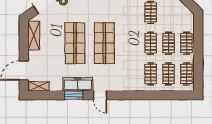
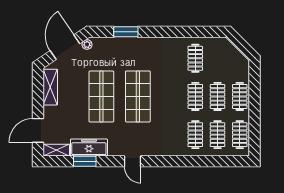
freezer: (78, 84) -> (89, 147), moved
window: (74, 95) -> (85, 161), moved

